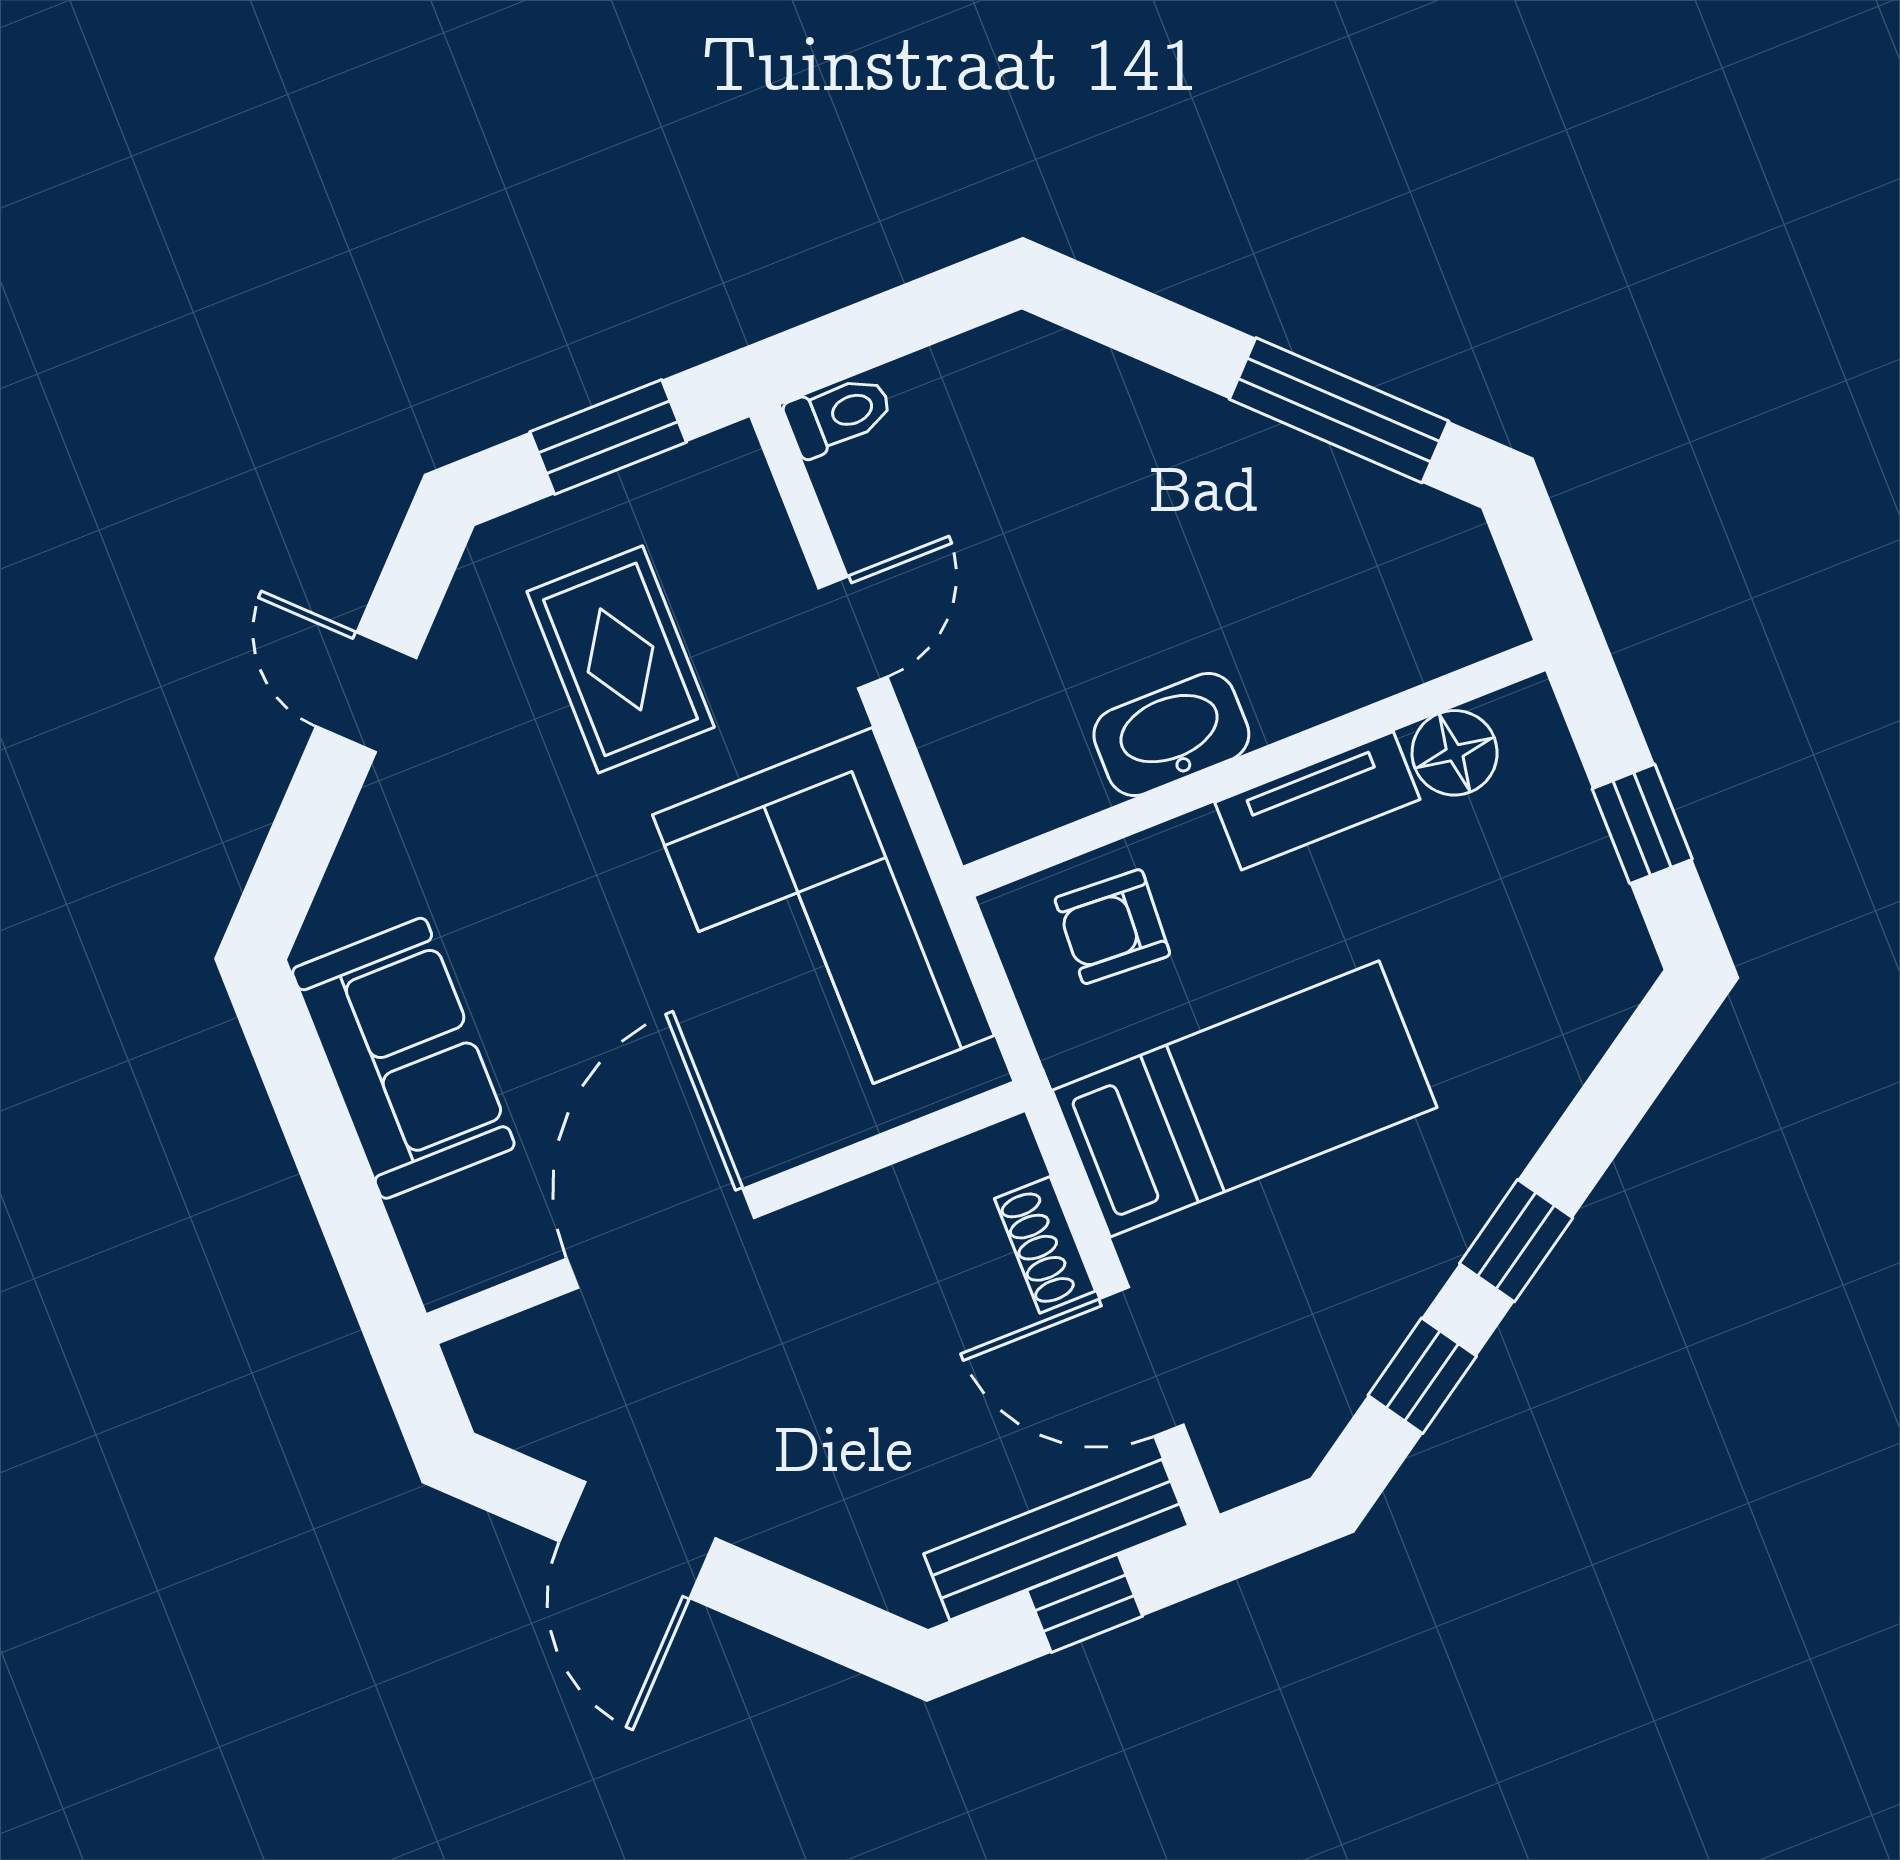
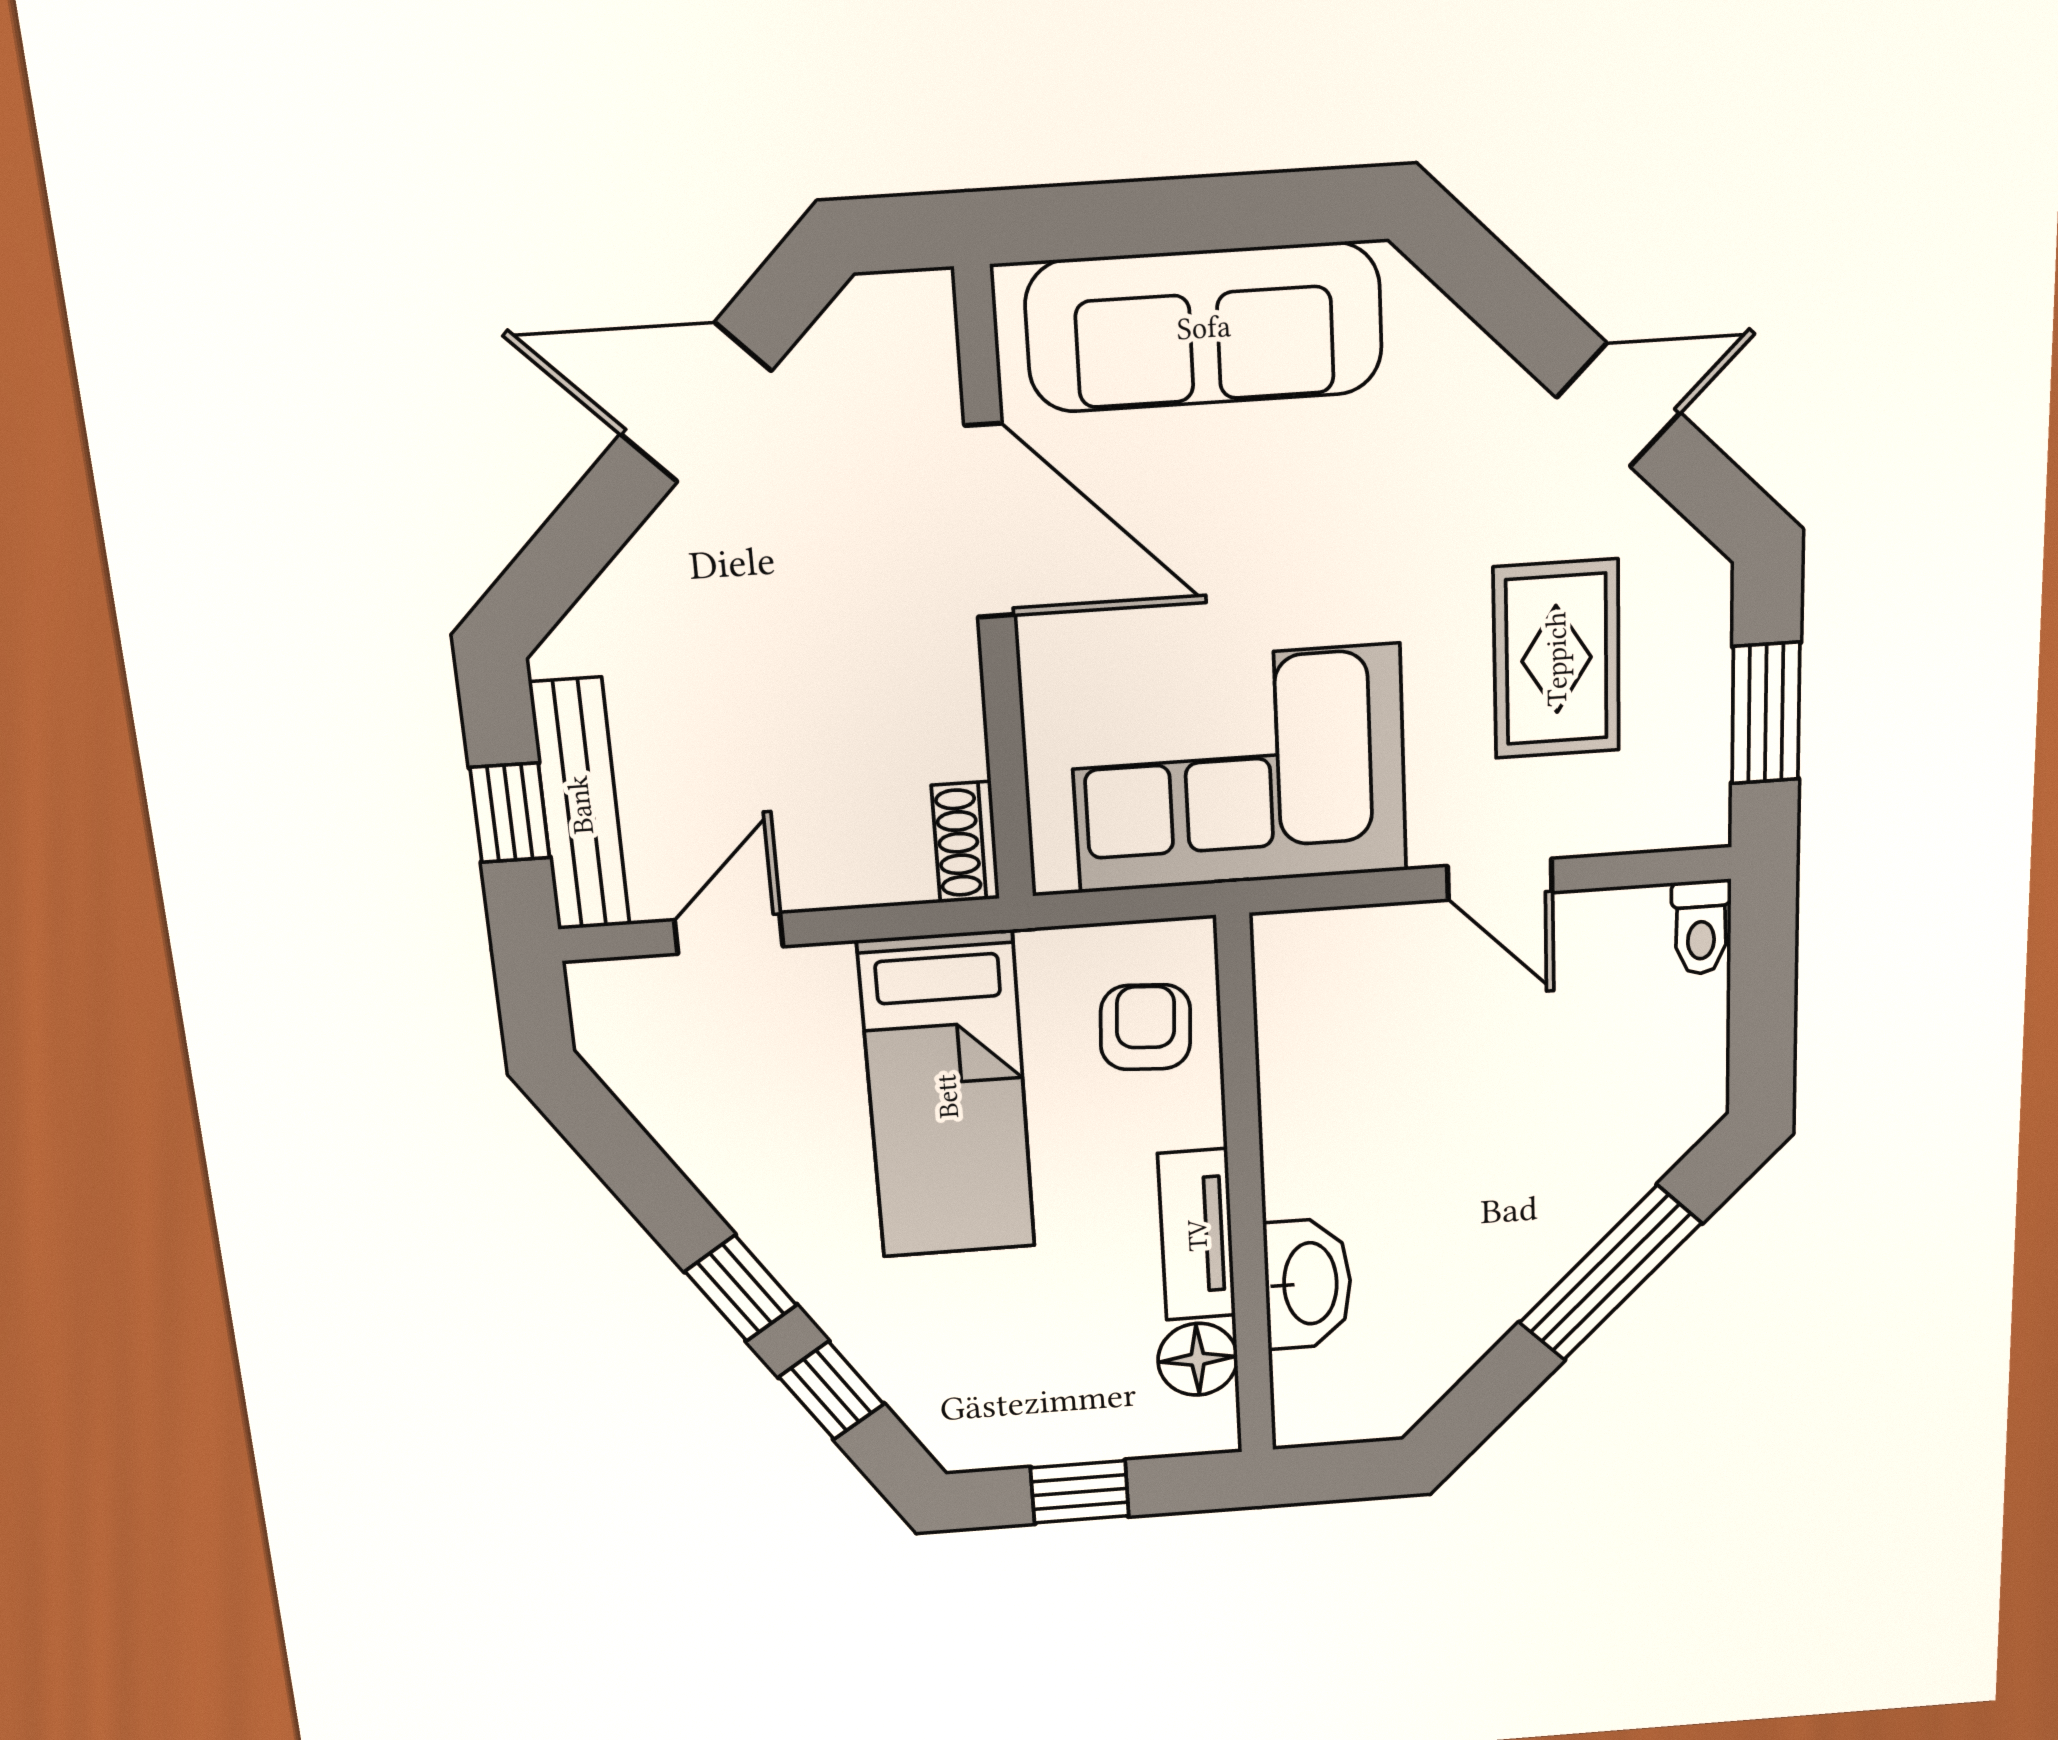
window: (1339, 410) -> (1610, 1273), moved
rug: (621, 659) -> (1556, 659), turned 90
washbasin: (1171, 734) -> (1308, 1284), moved
sofa: (403, 1058) -> (1204, 327), width x1.36
shoe rack: (1045, 1245) -> (966, 842), moved, turned -90
door: (1142, 1362) -> (729, 933), width x0.73
window: (1422, 1376) -> (831, 1391), moved

